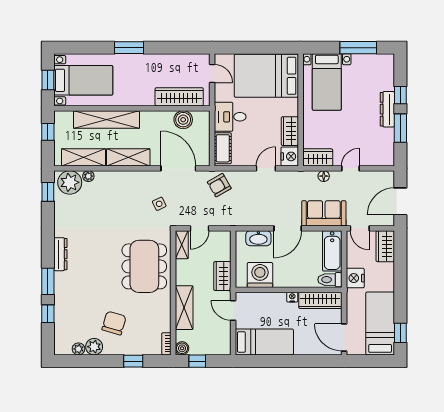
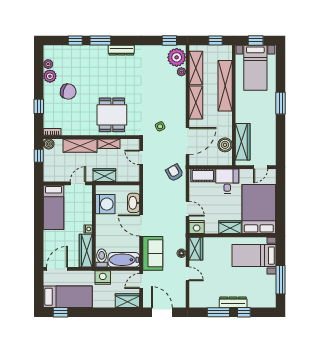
wardrobe: (290, 131) -> (230, 227), moved
shelving: (182, 245) -> (109, 144), moved
dining table: (144, 266) -> (112, 115), width x0.73

